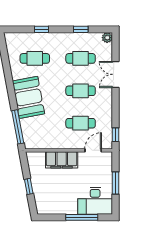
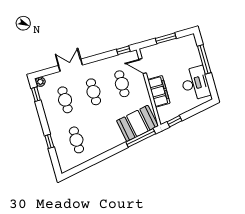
window: (81, 29) -> (36, 94), moved
double door: (115, 74) -> (70, 65), swing flipped
booth: (29, 97) -> (137, 123), moved
window: (29, 186) -> (174, 121), moved
desk: (95, 201) -> (195, 83), moved

